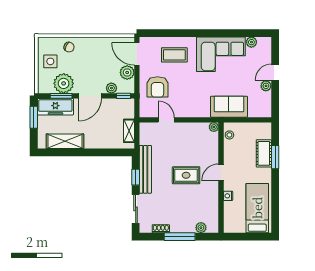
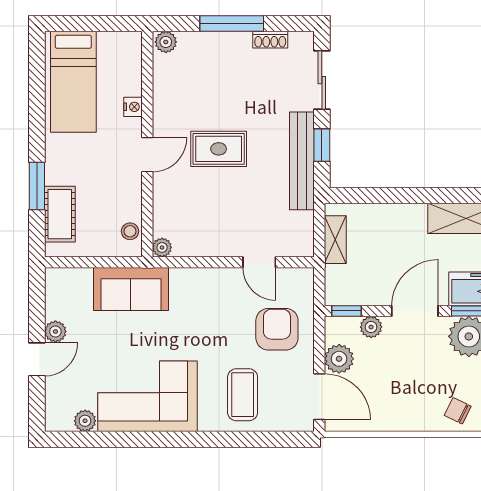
coffee table: (174, 55) -> (243, 395), turned 90
cot: (264, 153) -> (60, 214), moved
plant: (201, 228) -> (166, 42), moved

